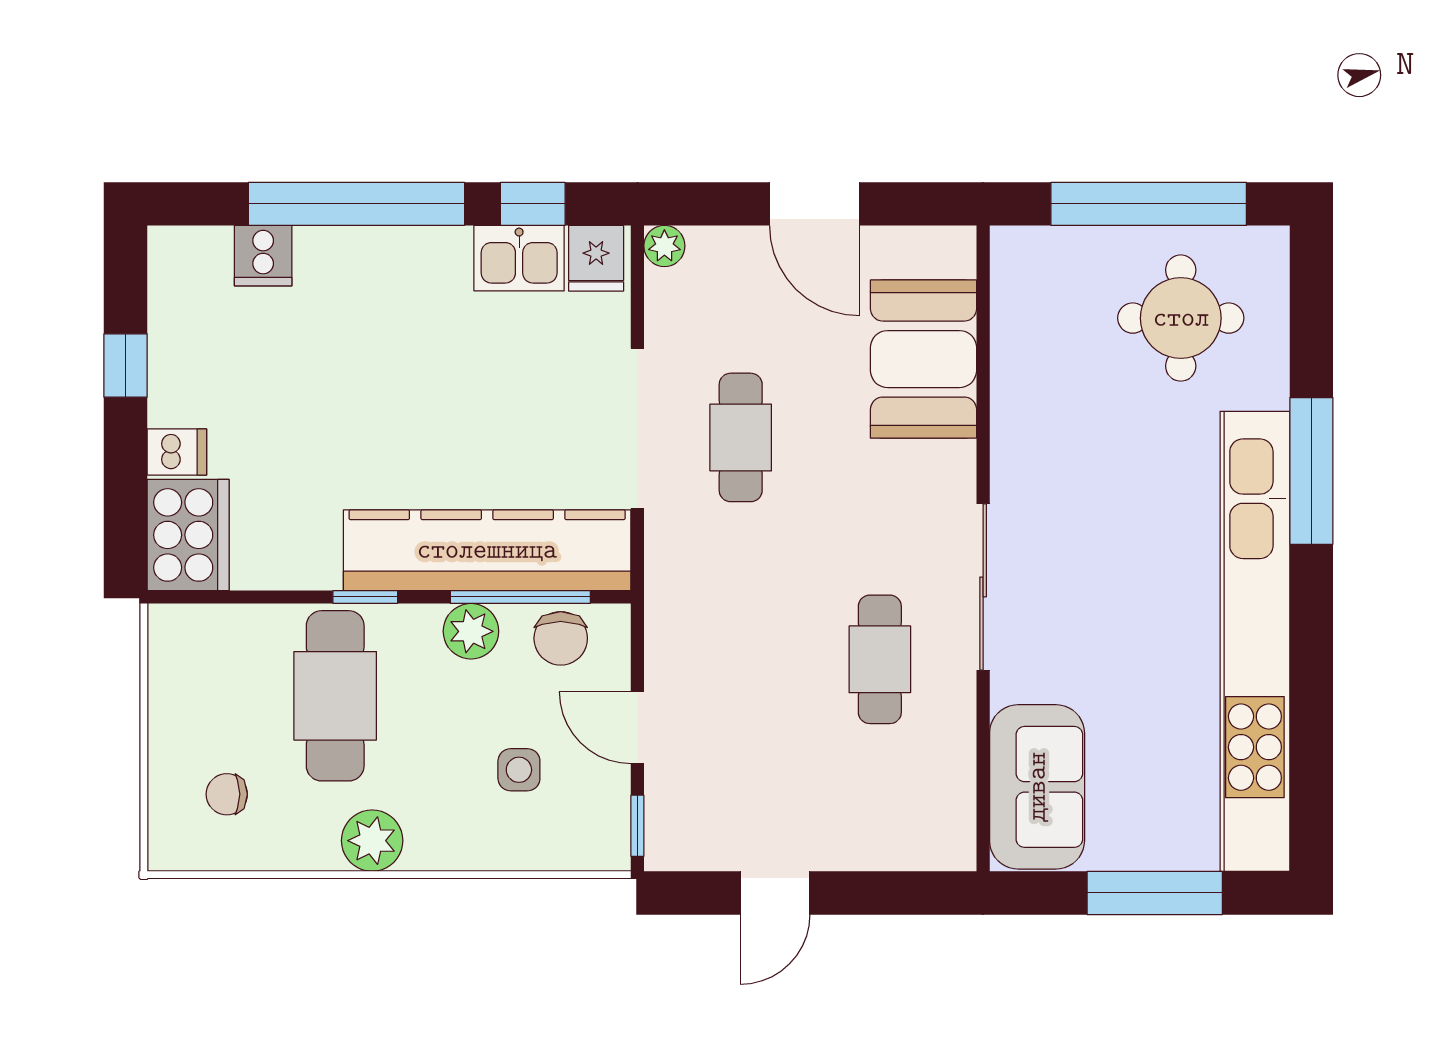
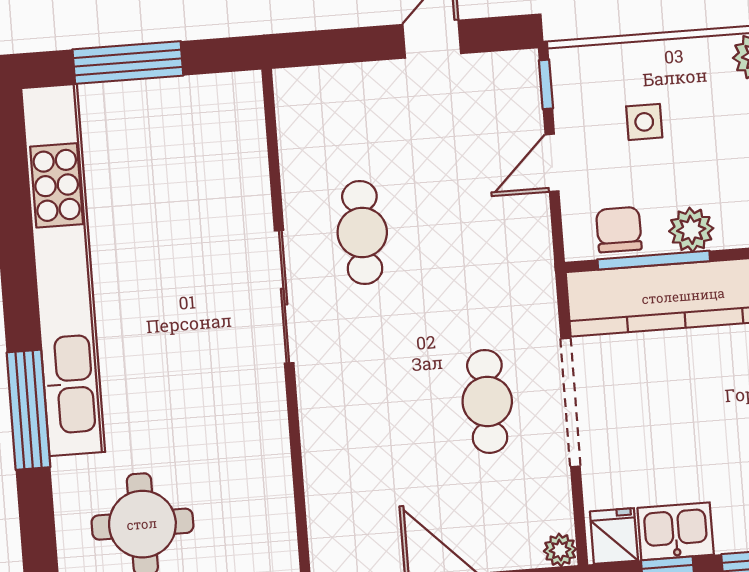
booth: (923, 359) -> (346, 475), removed
door: (637, 728) -> (552, 163), swing flipped
sofa: (1037, 787) -> (229, 140), removed

